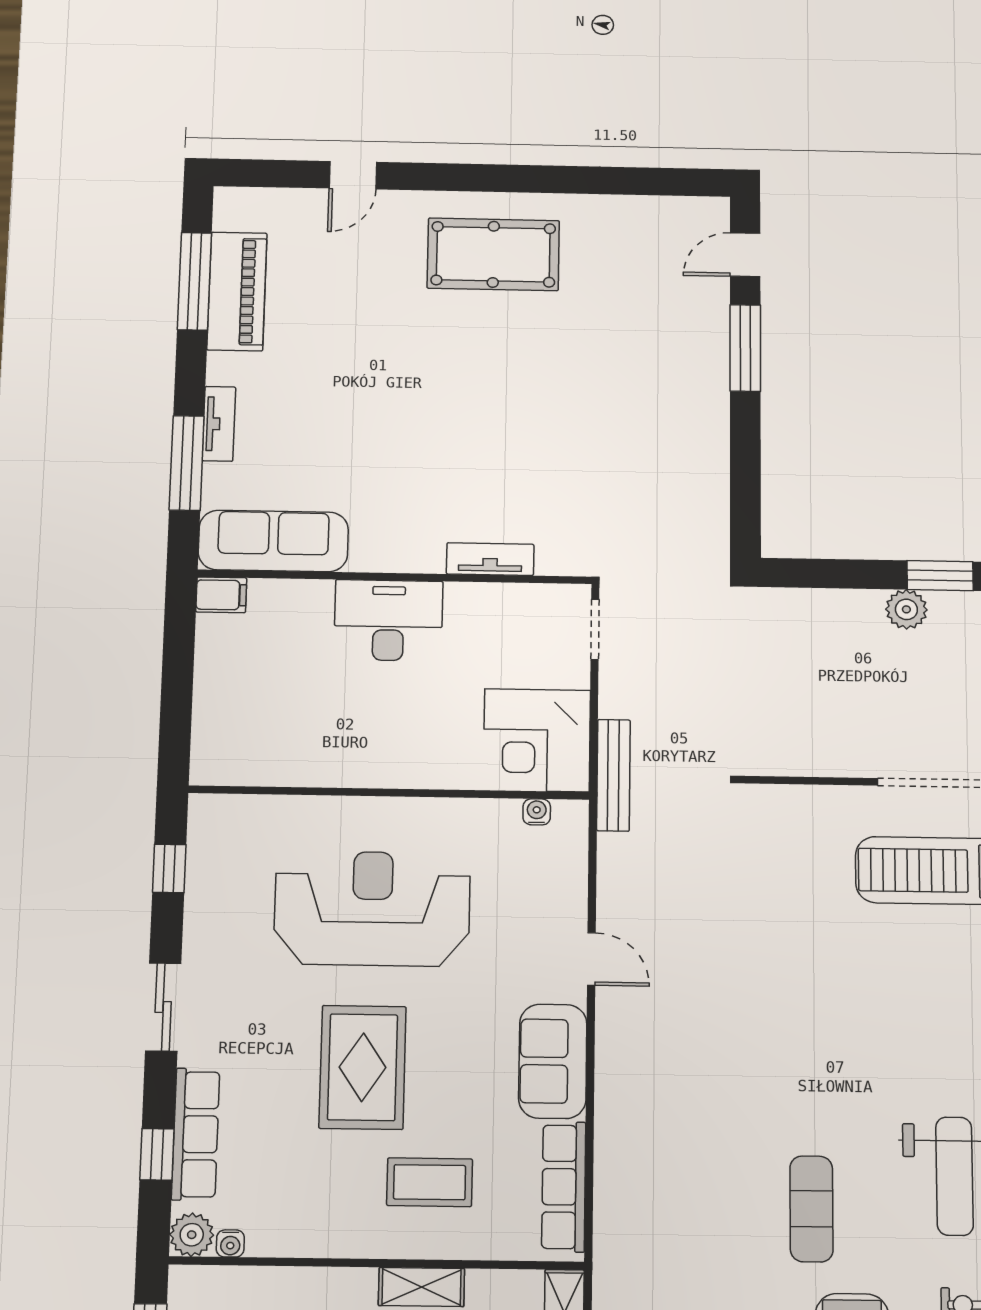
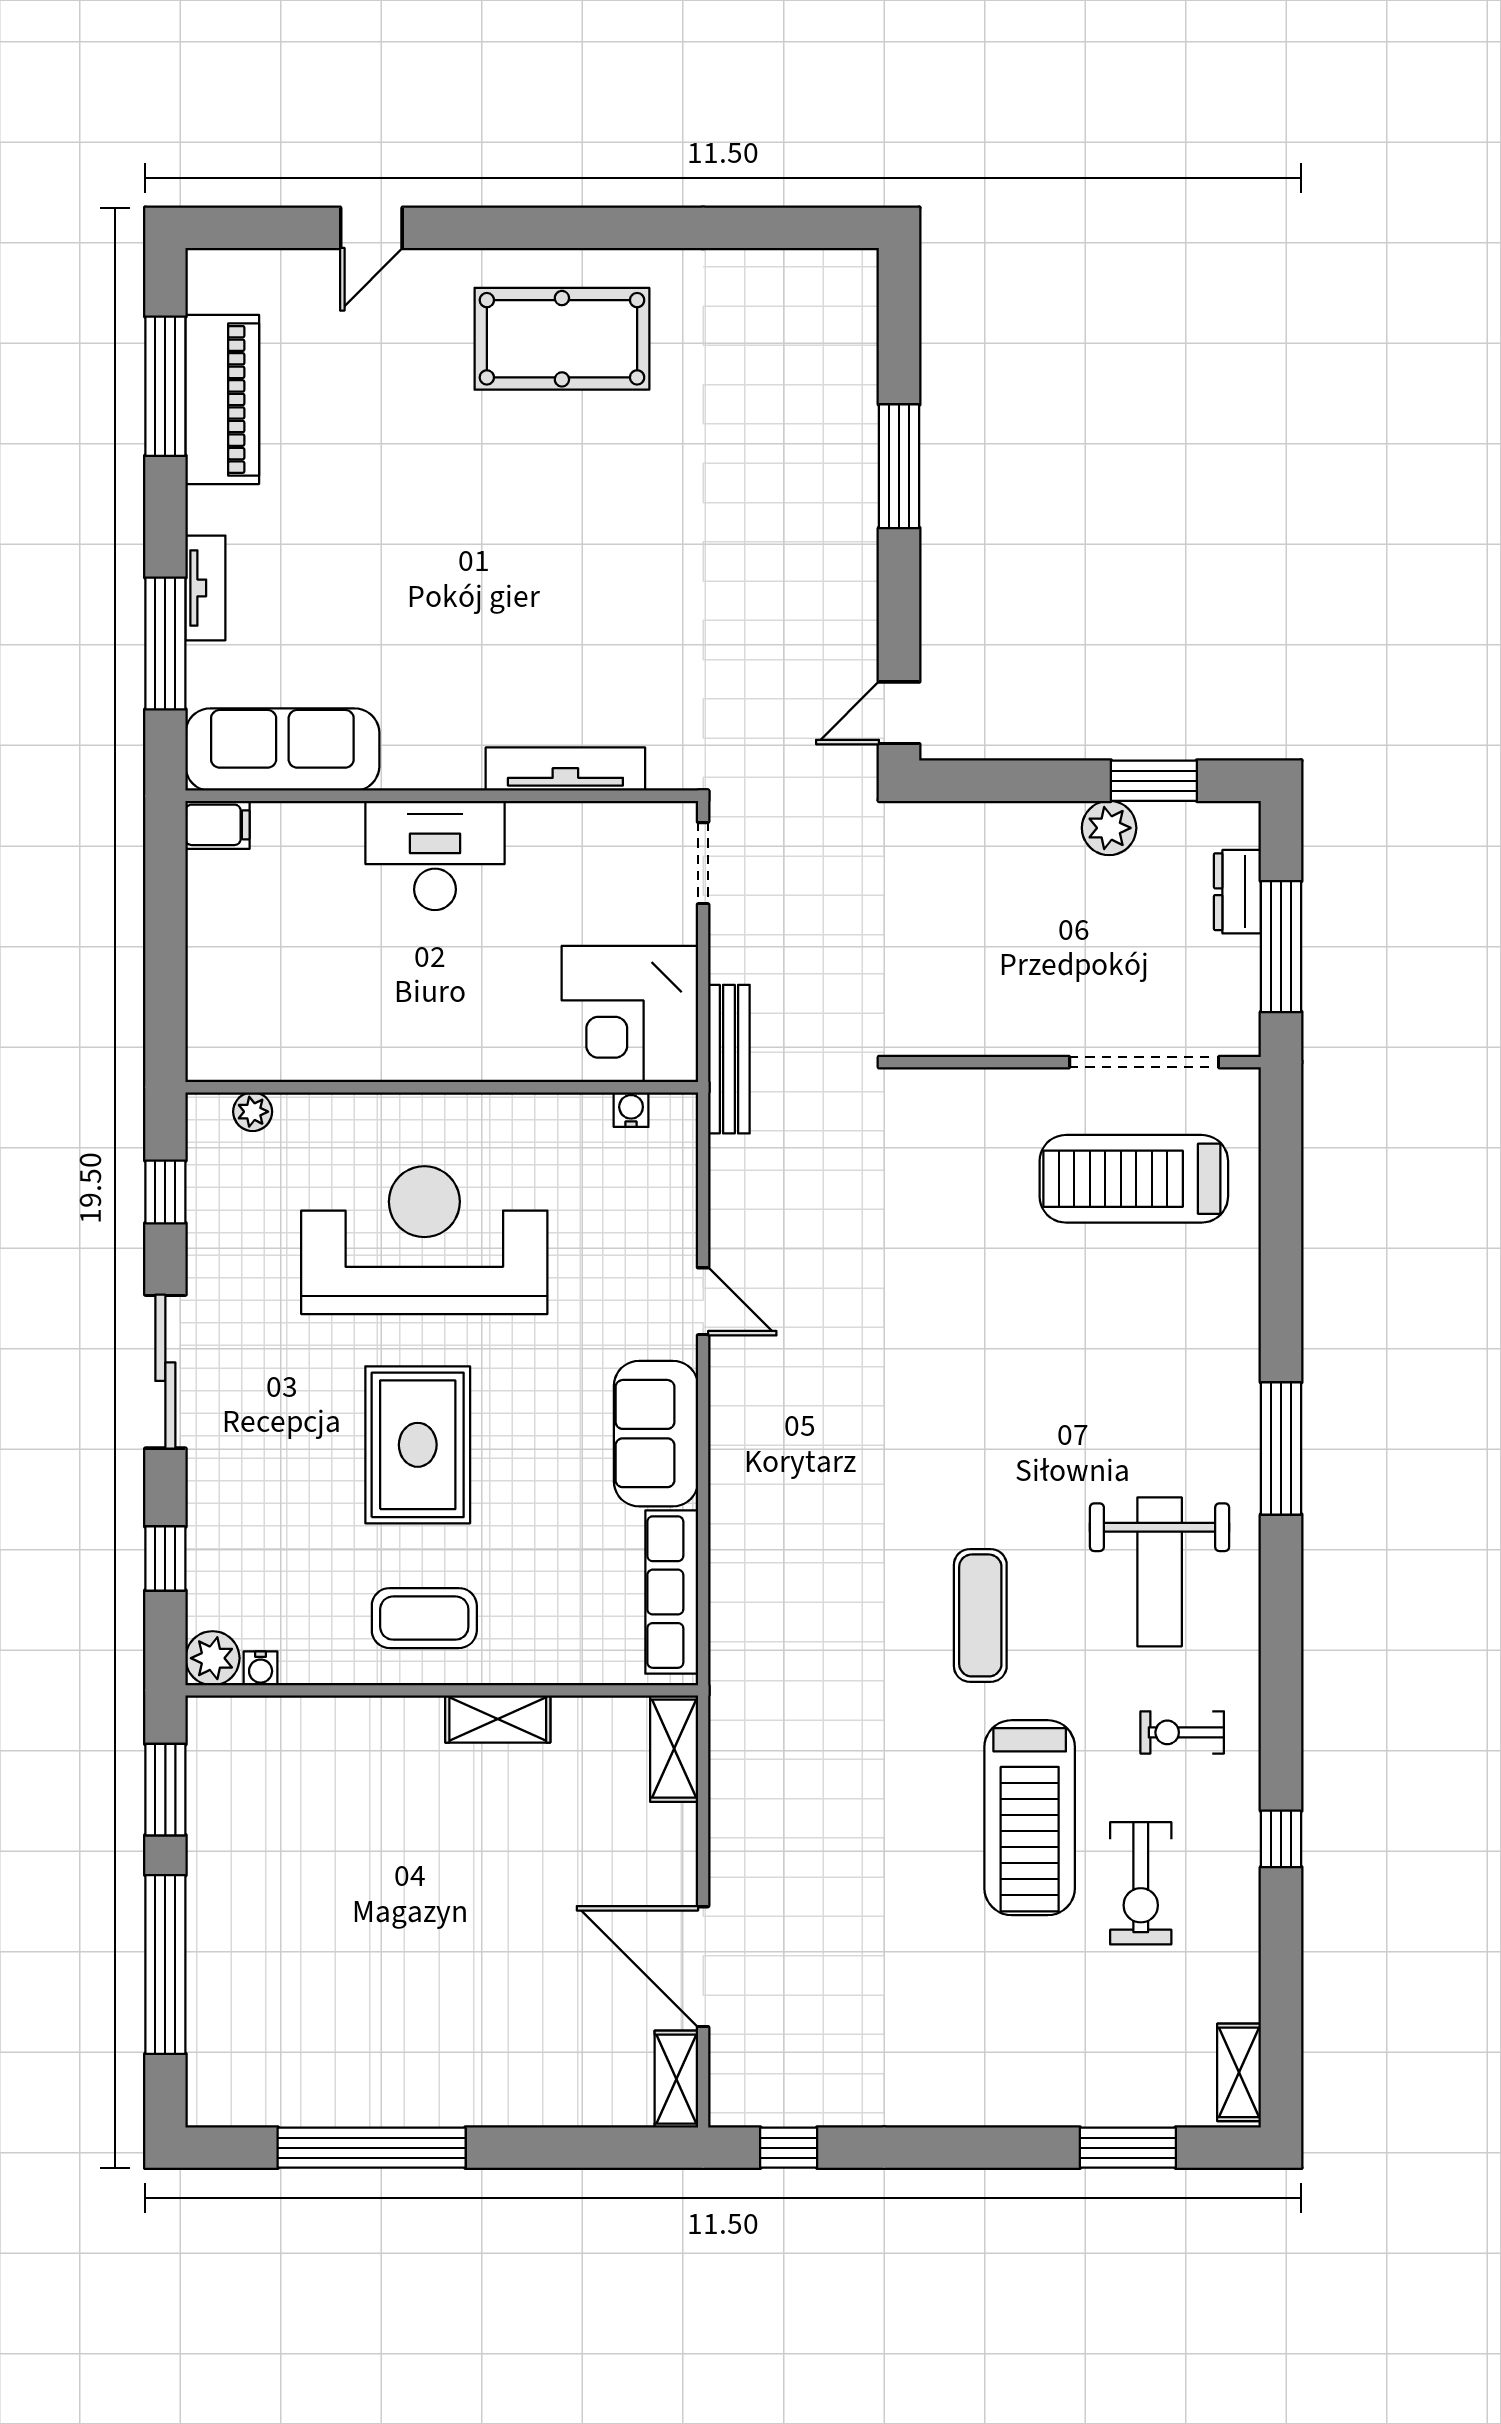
door: (745, 255) -> (899, 713), moved
tv unit: (490, 559) -> (565, 769), width x1.41
plant: (240, 809) -> (253, 1112), added
sliding door: (163, 1007) -> (165, 1372), width x1.37
row of seats: (196, 1134) -> (212, 1533), removed
coffee table: (430, 1182) -> (424, 1618), moved

